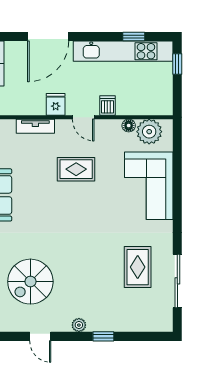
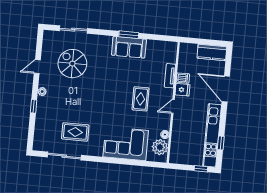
dishwasher: (107, 106) -> (183, 78), moved

